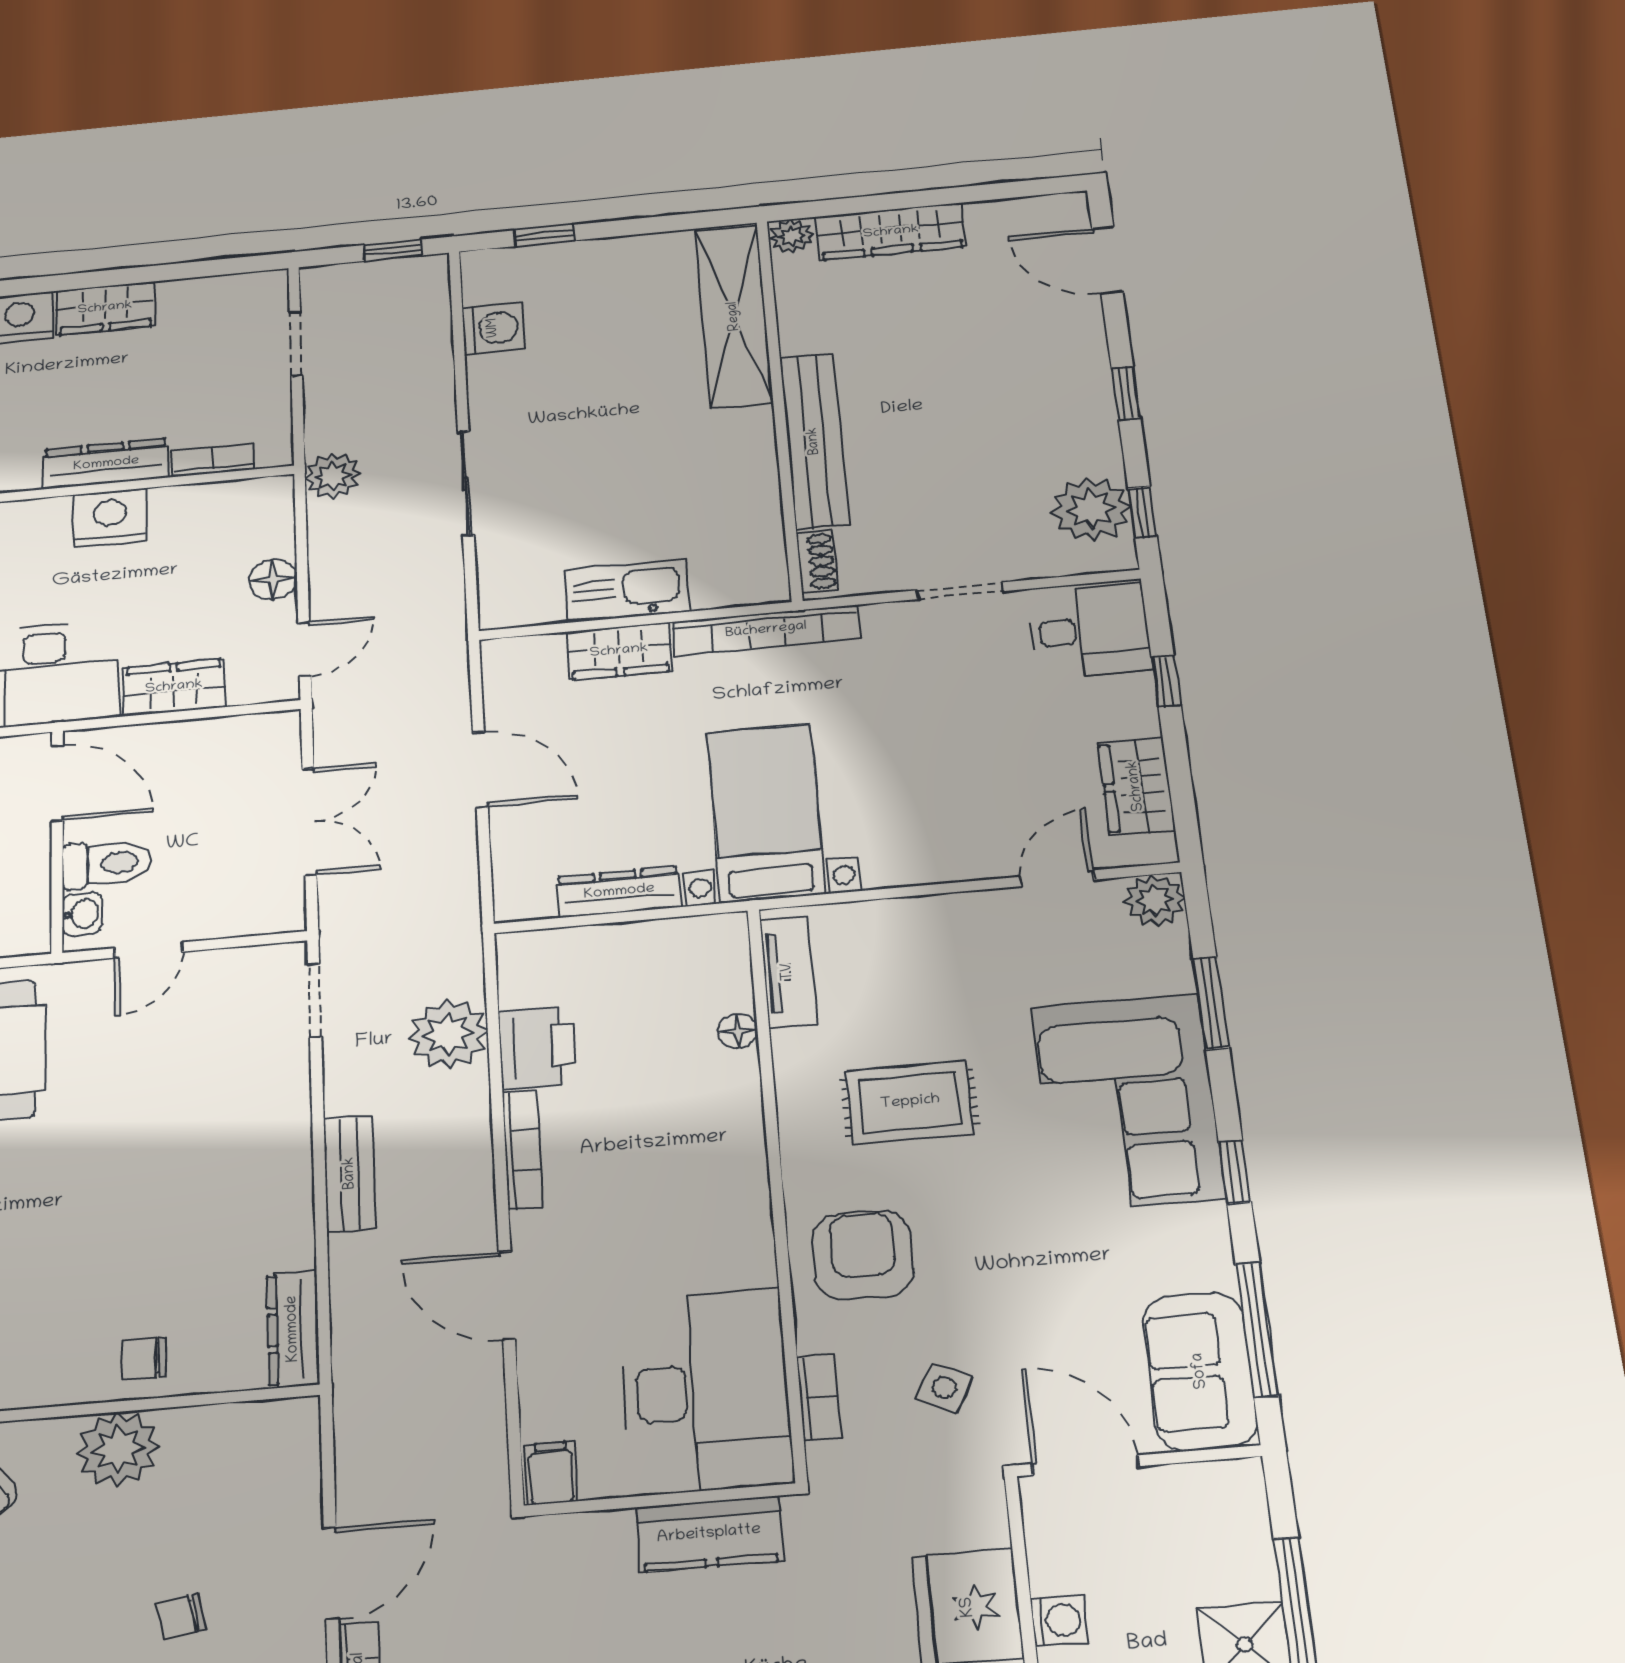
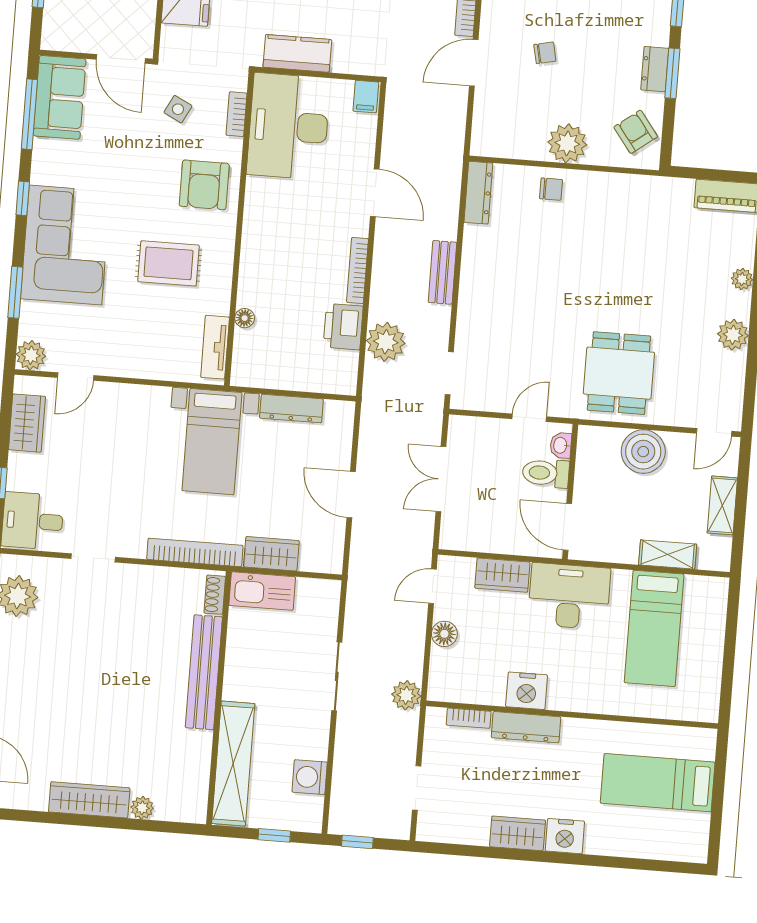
shelving: (734, 316) -> (233, 763), moved
wall: (779, 407) -> (219, 698), moved
bench: (814, 441) -> (204, 672), moved
shoe rack: (817, 561) -> (215, 595), moved

